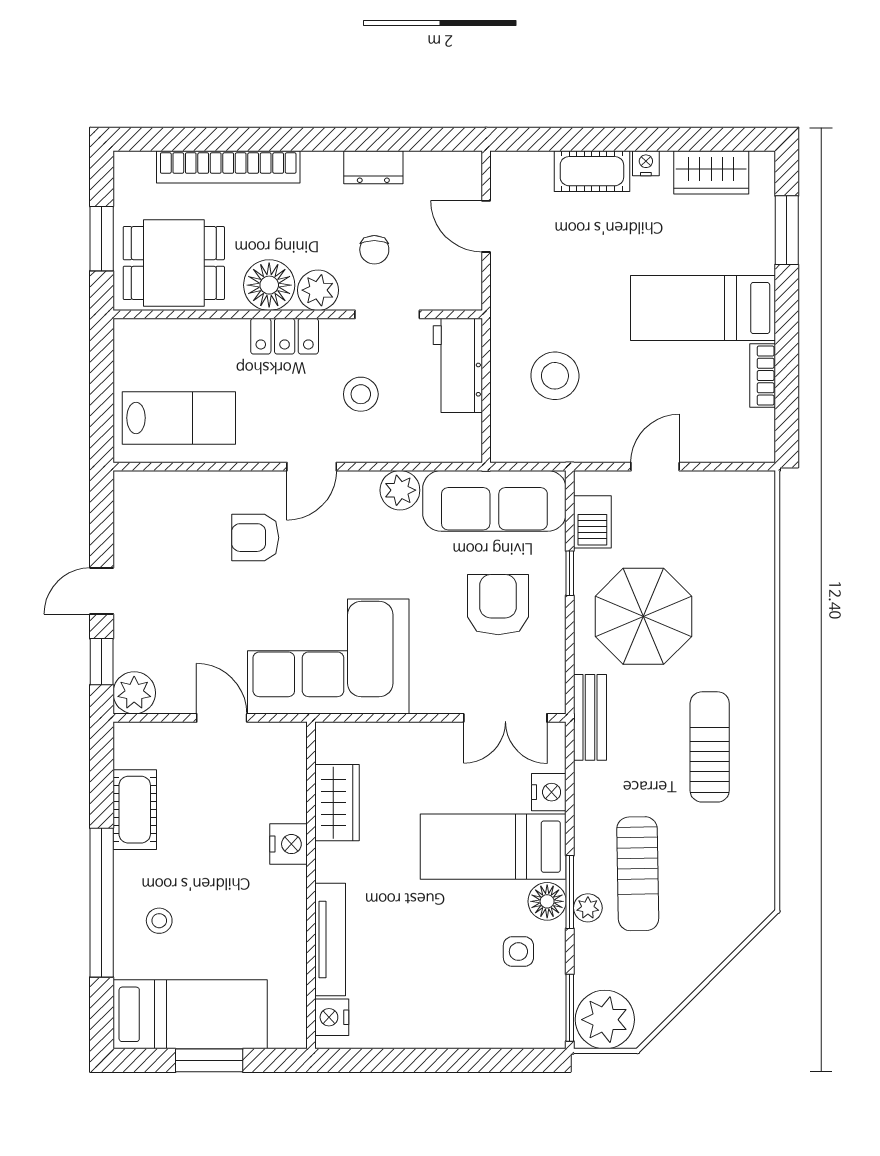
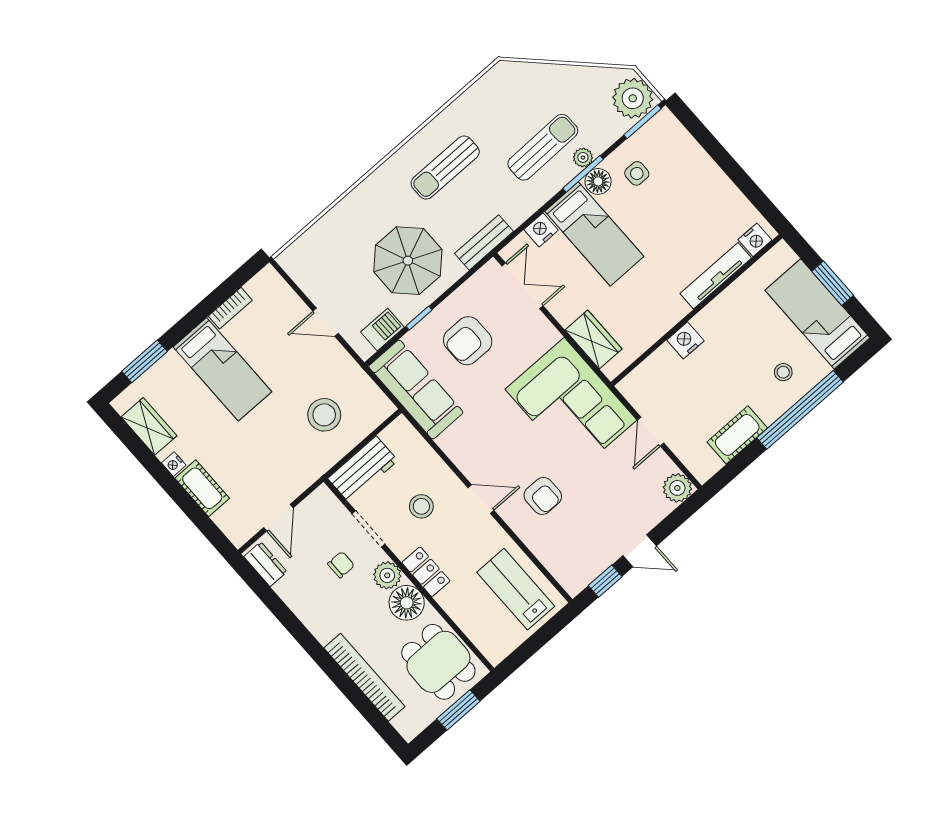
dresser: (373, 167) -> (265, 564), moved
plant: (400, 490) -> (453, 443), removed
window: (102, 662) -> (605, 581), moved
wardrobe: (337, 803) -> (593, 340), moved, turned 90

